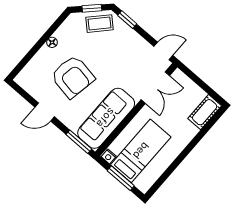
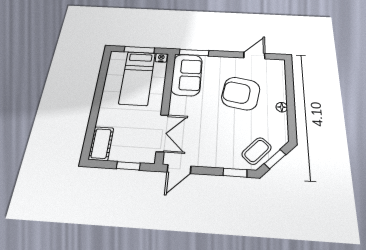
window: (197, 80) -> (128, 166), added
double door: (155, 88) -> (162, 133), swing flipped
door: (45, 112) -> (254, 56), moved
sofa: (106, 118) -> (187, 75), width x0.73

